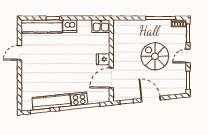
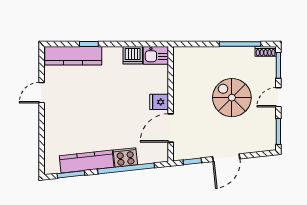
dishwasher: (70, 26) -> (133, 55), moved
door: (151, 99) -> (226, 158), swing flipped

